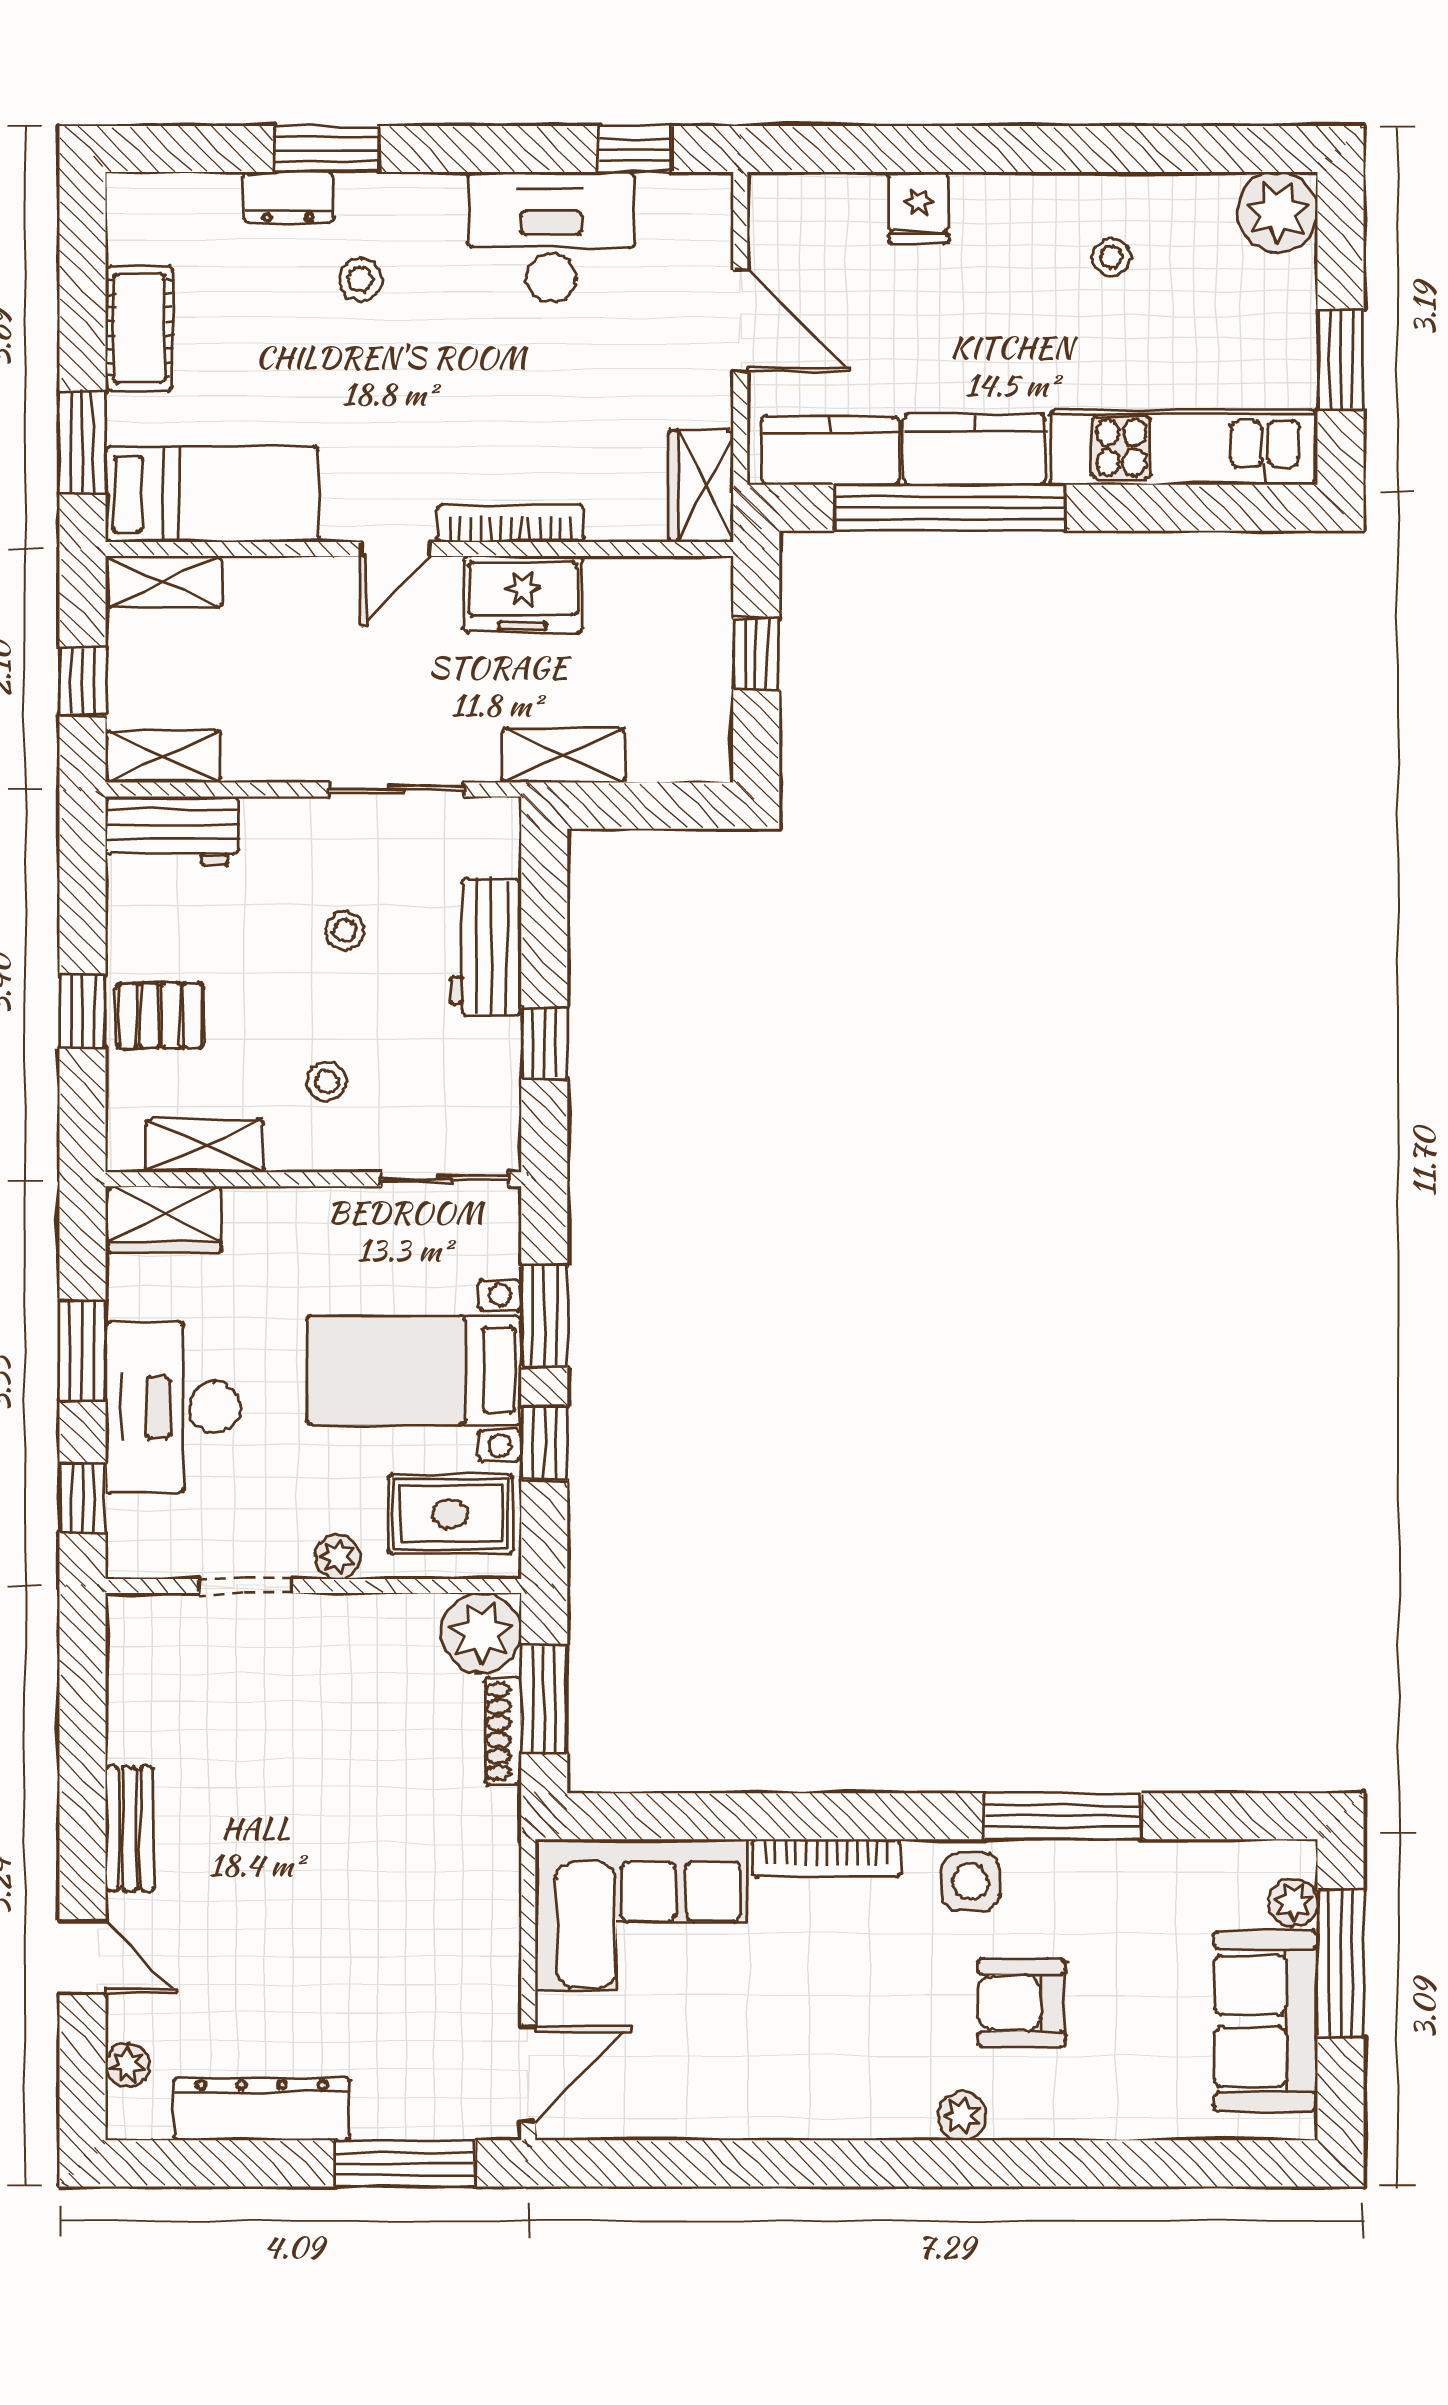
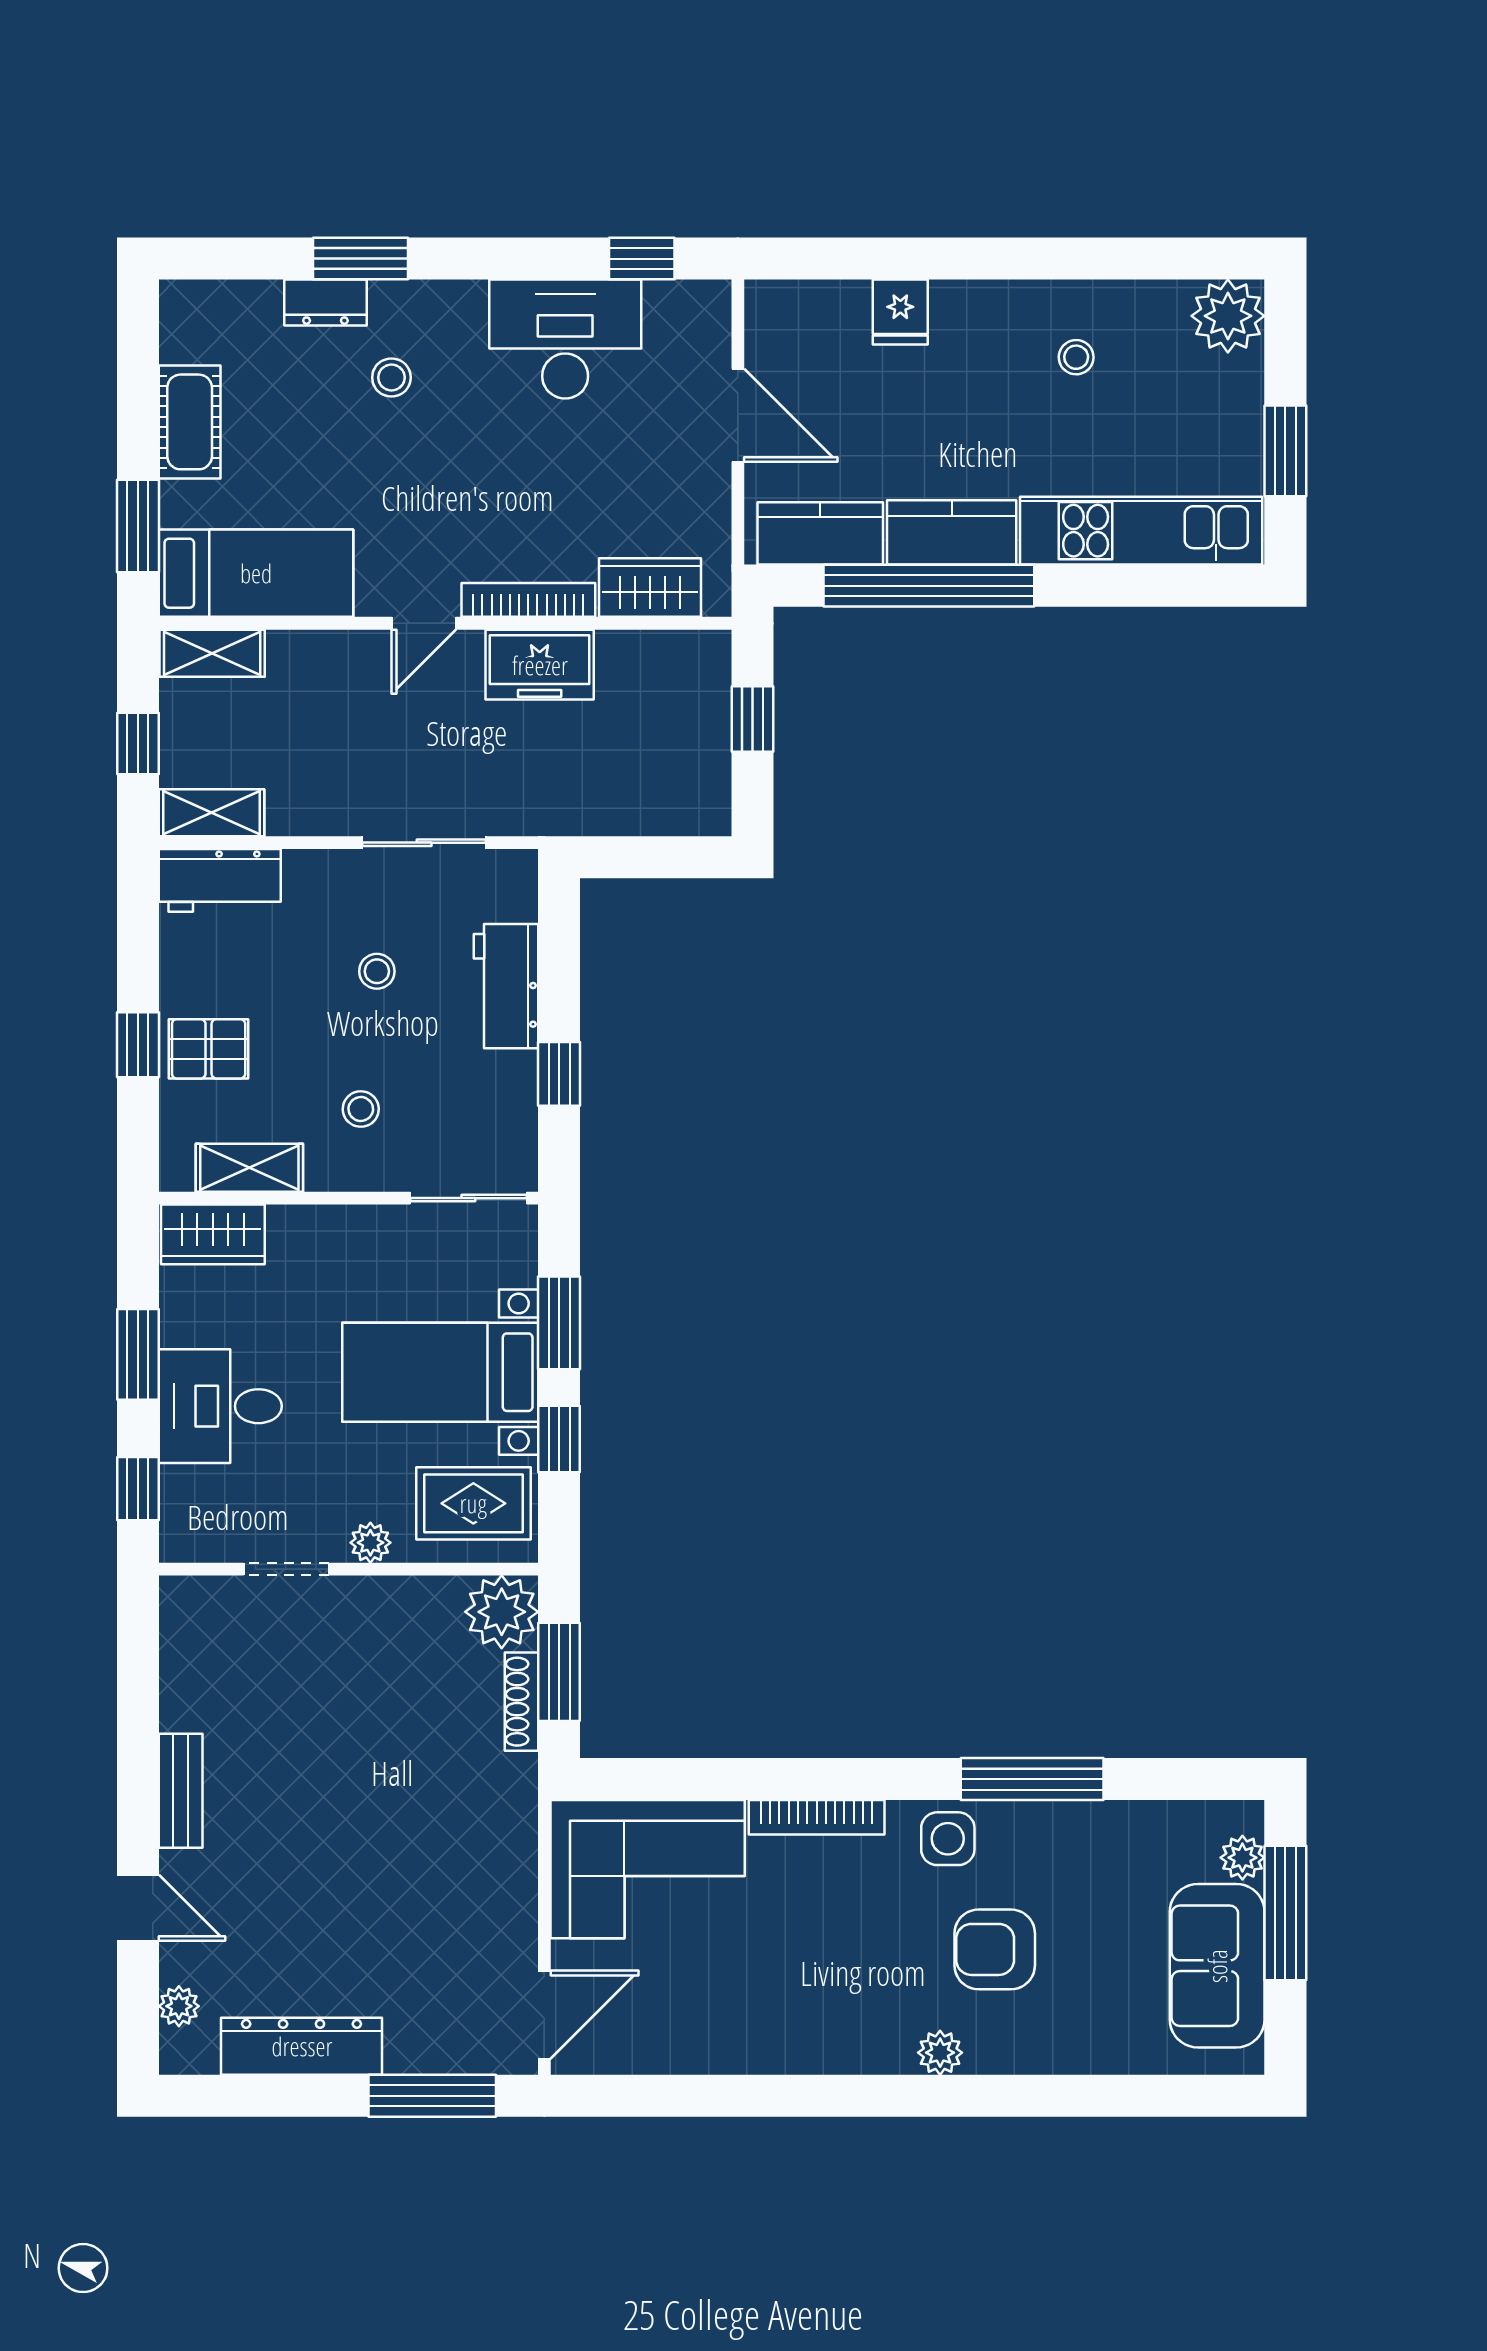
wardrobe: (701, 486) -> (650, 588), moved, turned 90
shelving: (564, 755) -> (577, 811), removed
desk: (173, 1407) -> (220, 1406), width x0.73

